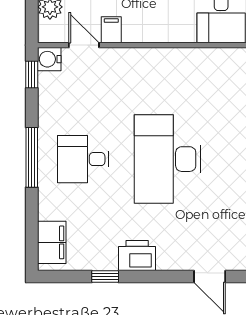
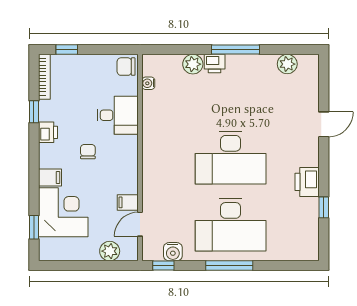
water cooler: (49, 59) -> (173, 252), moved
desk: (83, 159) -> (231, 225), width x1.87, depth x1.30
filing cabinet: (52, 242) -> (297, 250), removed

